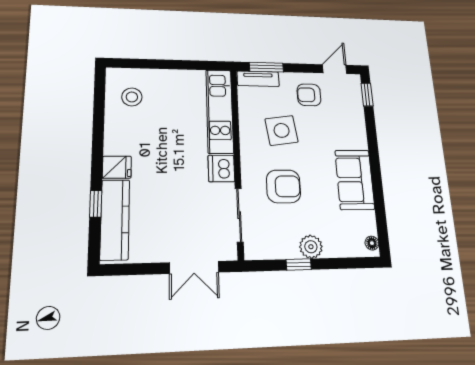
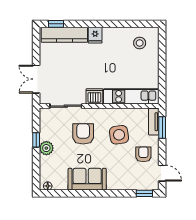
armchair: (283, 186) -> (83, 134), turned 180
window: (96, 204) -> (56, 24), moved

